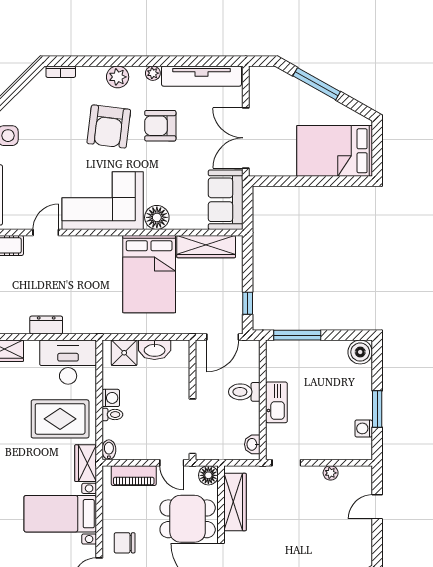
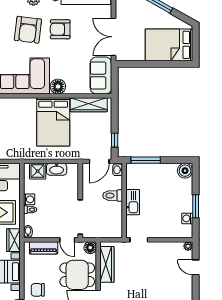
washbasin: (252, 444) -> (118, 170), moved
plant: (331, 473) -> (188, 246), moved
door: (377, 507) -> (196, 267), hinge flipped

